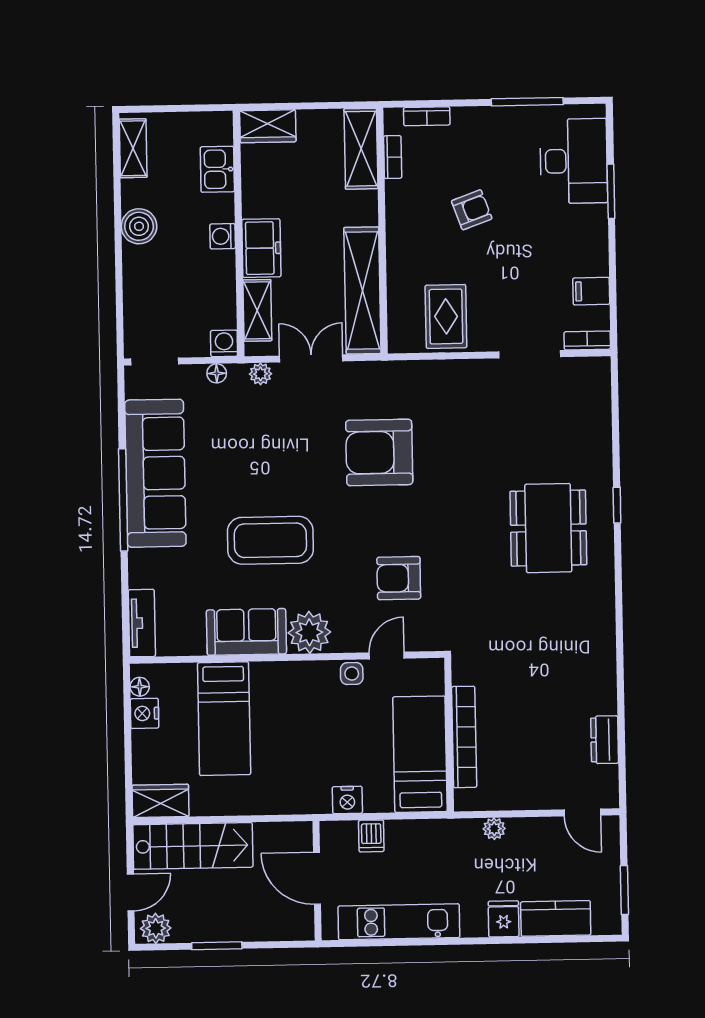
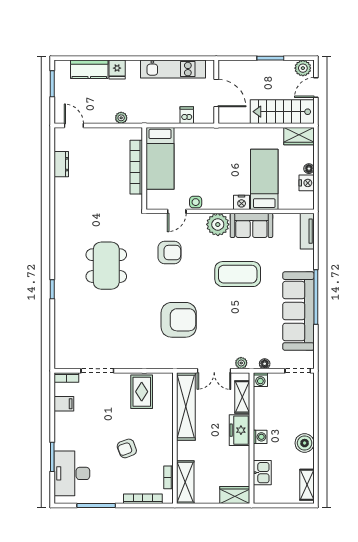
bookcase: (427, 116) -> (143, 499), width x1.56
dining table: (548, 528) -> (106, 266), moved
floor lamp: (140, 687) -> (309, 169), moved
nightstand: (347, 800) -> (242, 202), moved, turned 180

